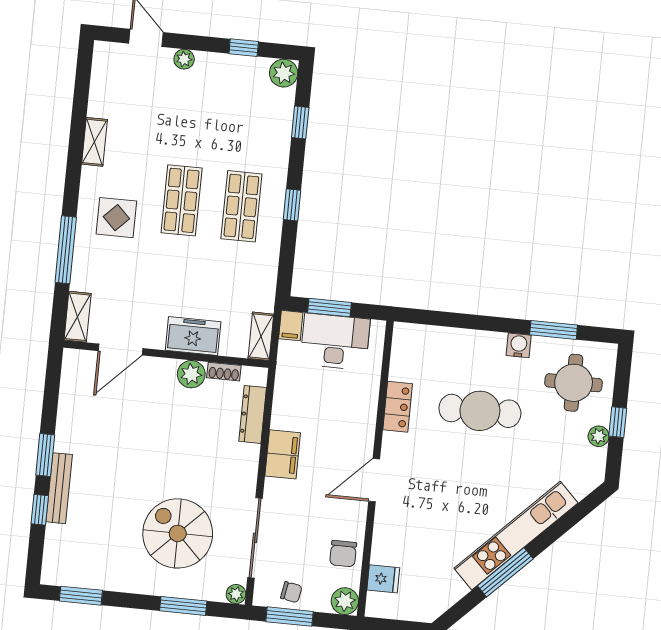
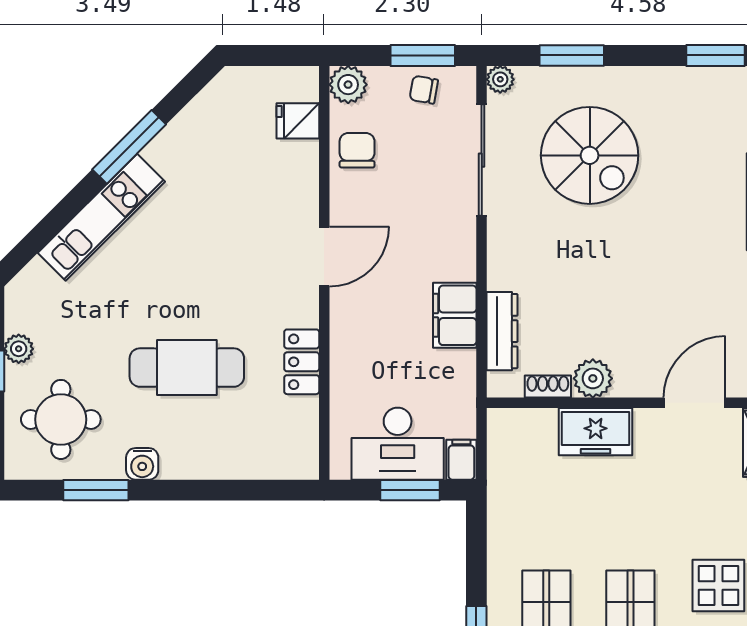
shelving: (261, 336) -> (501, 441), removed
filing cabinet: (283, 454) -> (455, 315), moved
kitchen unit: (516, 536) -> (101, 217), width x0.73

